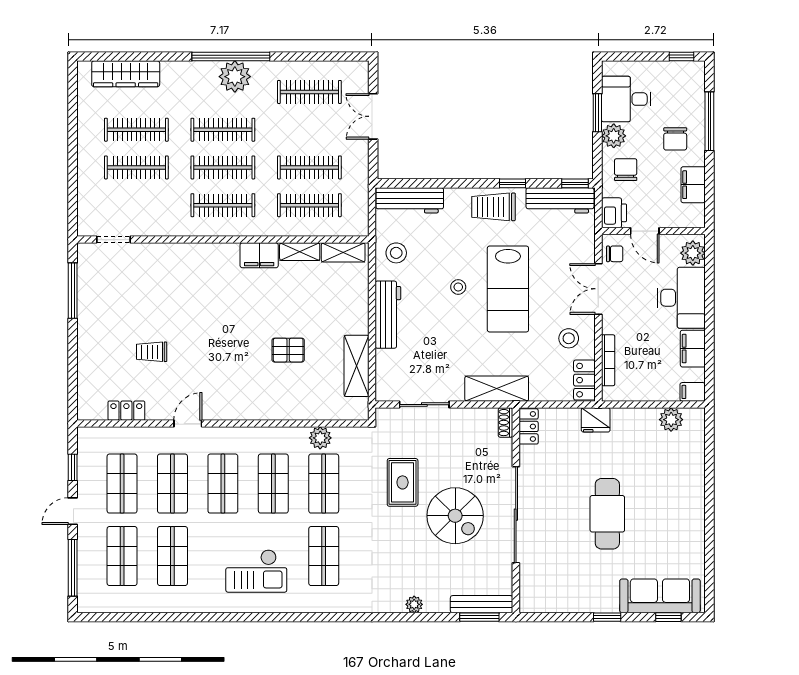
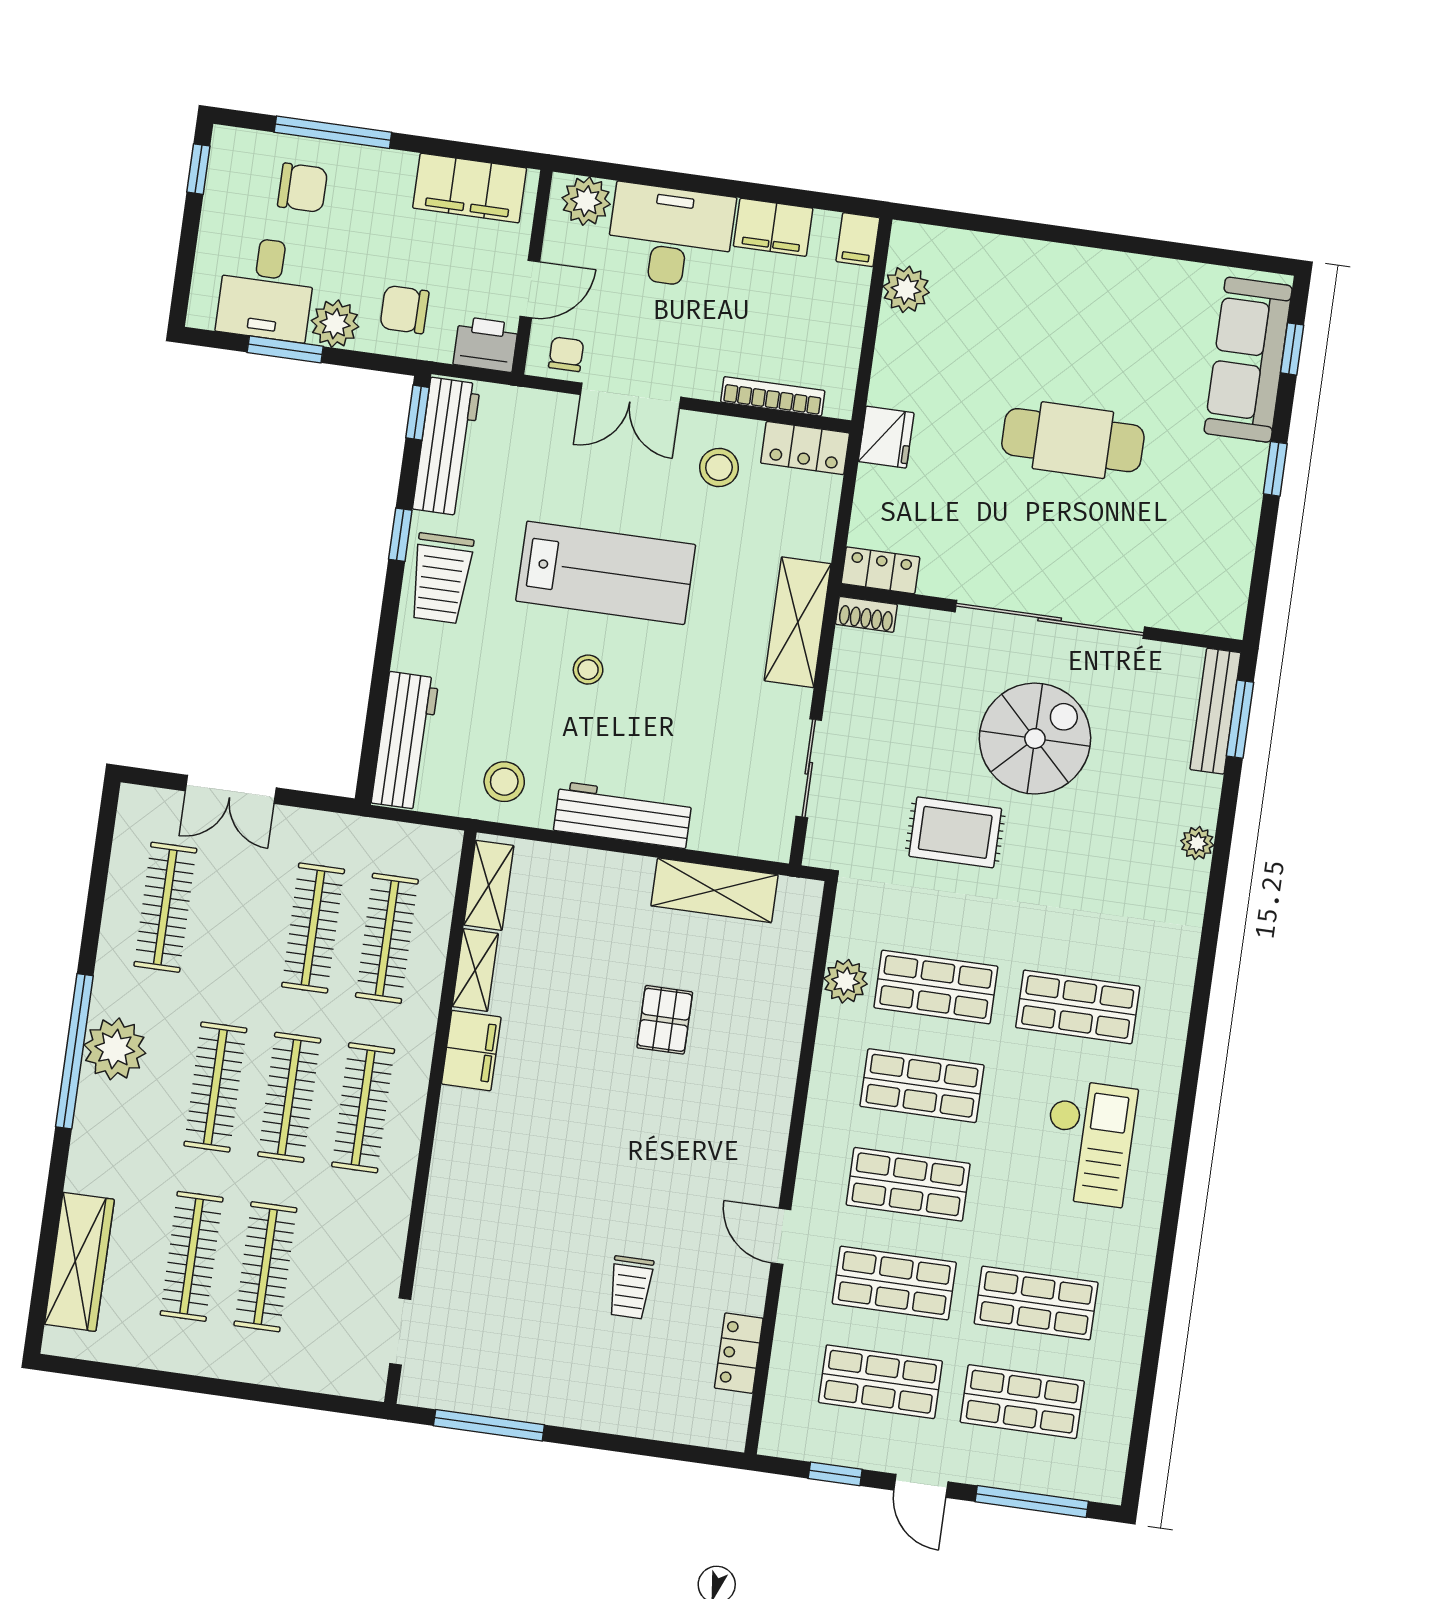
chair: (675, 139) -> (303, 188), moved
filing cabinet: (693, 185) -> (470, 188), width x1.50, depth x1.17

